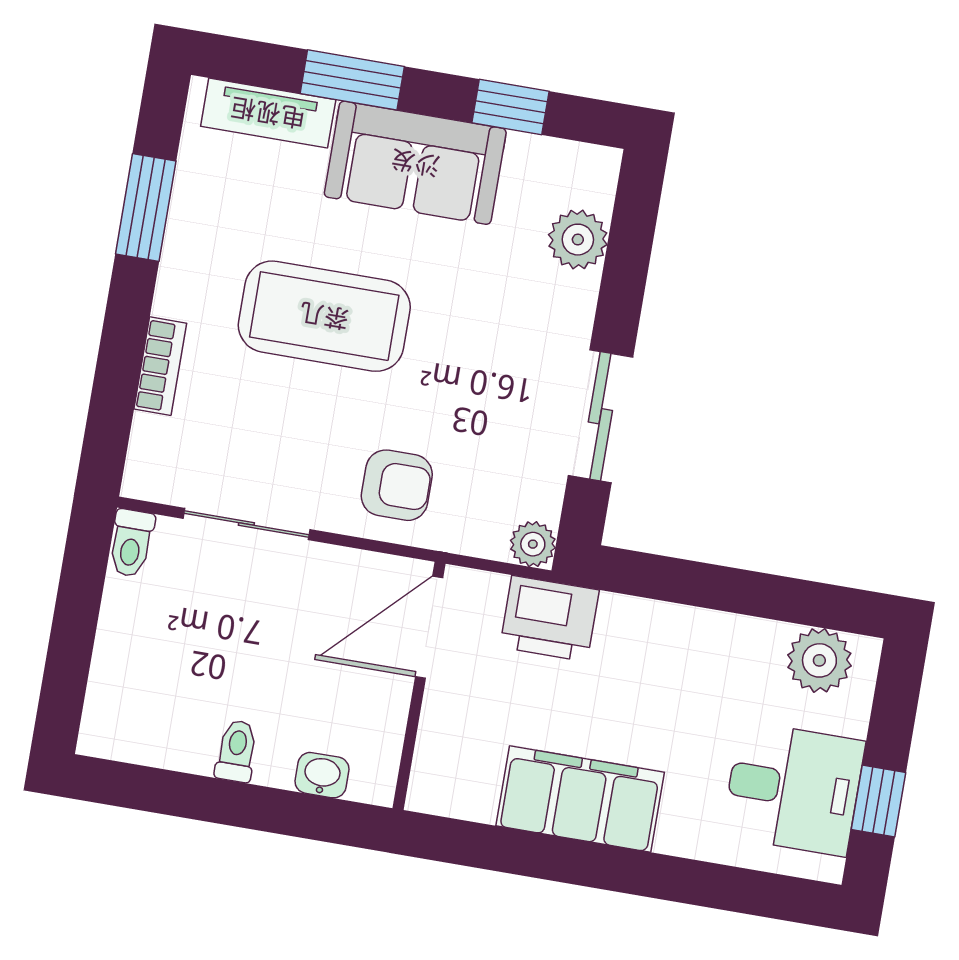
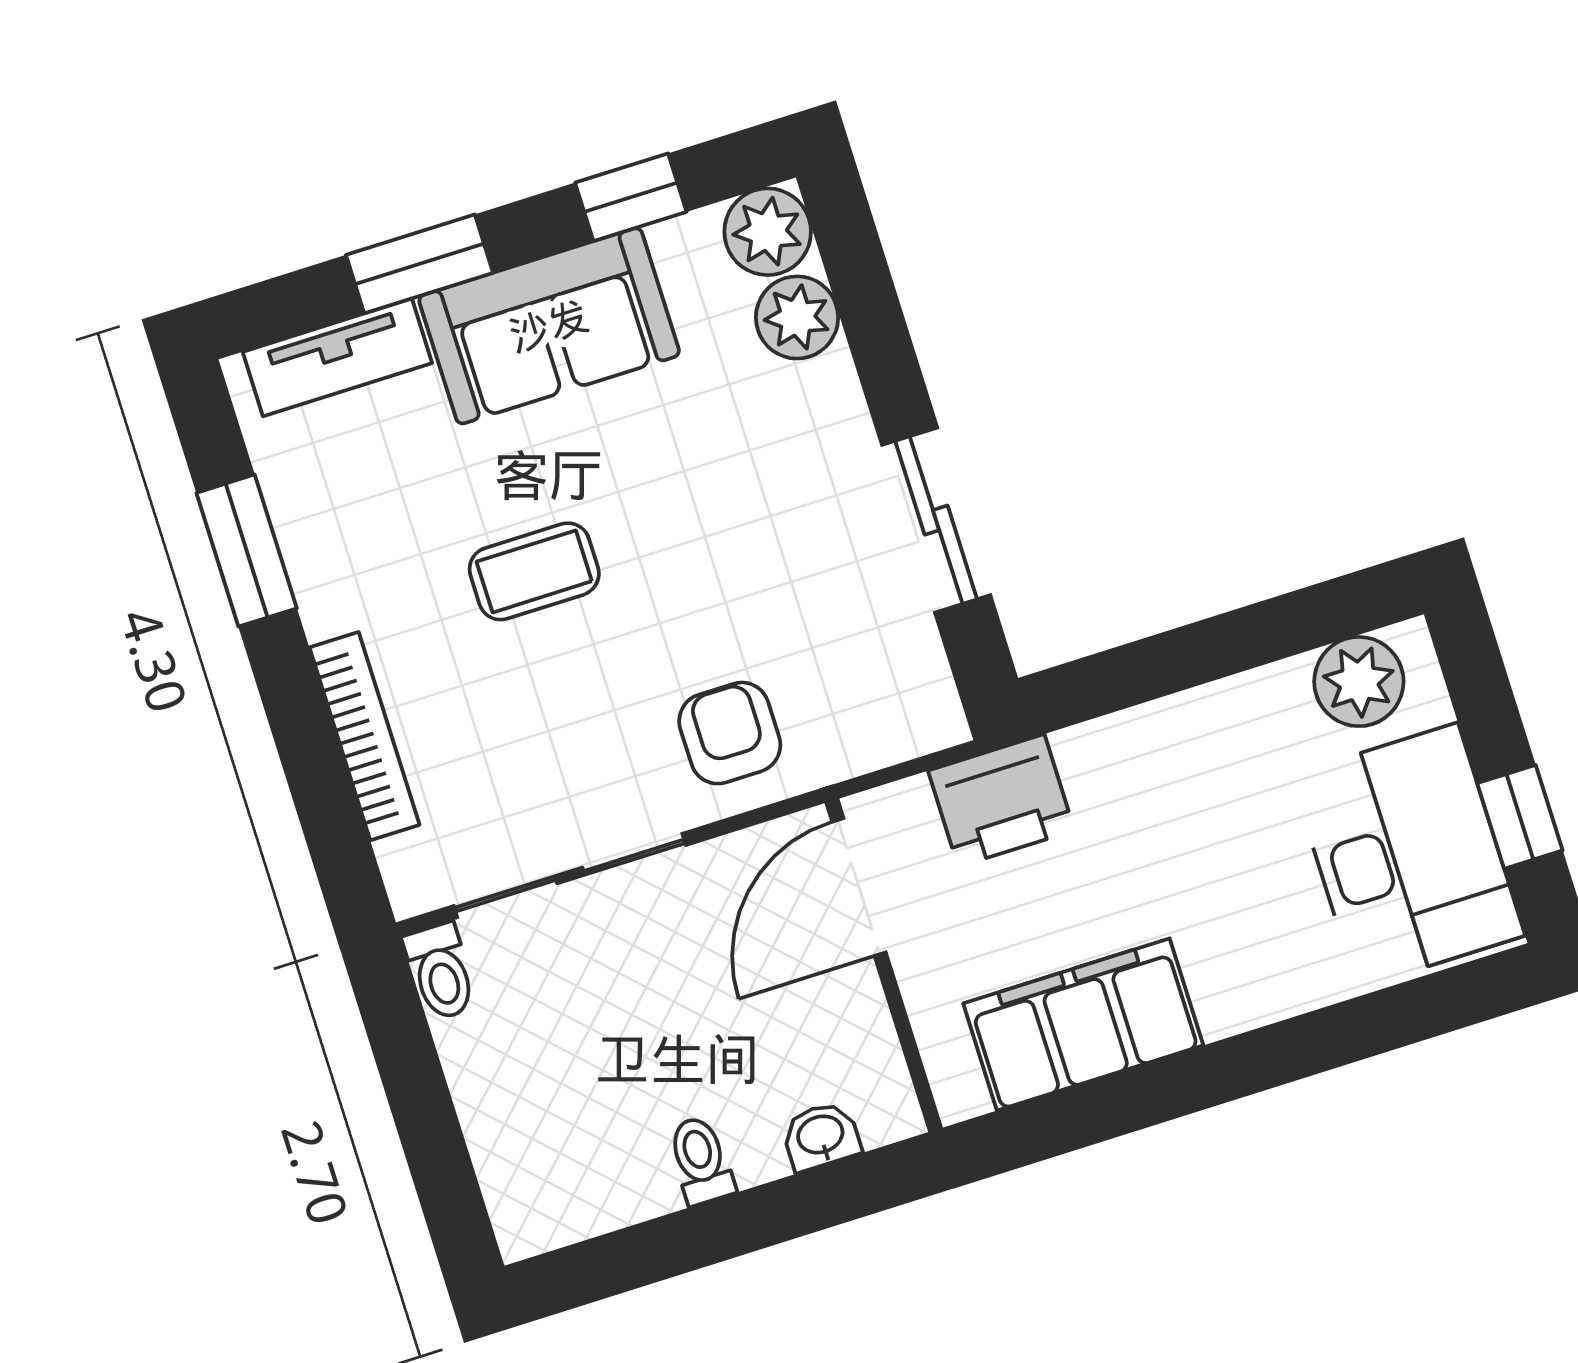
coffee table: (324, 316) -> (534, 571), width x0.54, depth x0.58
bookcase: (160, 366) -> (364, 736), width x1.56
armchair: (397, 485) -> (730, 733), turned -90
sliding door: (246, 524) -> (570, 876), width x1.37
plant: (533, 544) -> (768, 232), moved, width x1.38, depth x1.38
desk: (793, 789) -> (1408, 855), width x1.37
filing cabinet: (580, 799) -> (1083, 1024), moved

